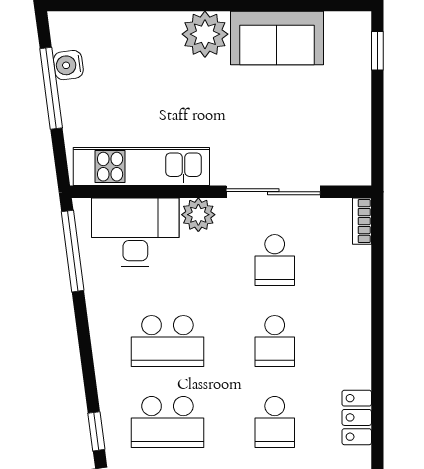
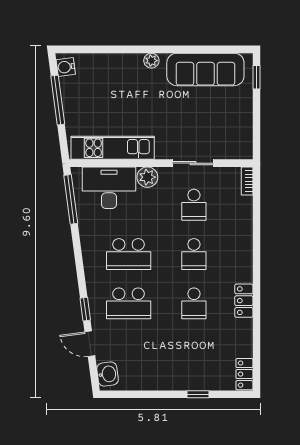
plant: (205, 34) -> (151, 61), width x0.53, depth x0.53
sofa: (277, 38) -> (205, 69), width x1.36
water cooler: (68, 65) -> (66, 67), moved
sliding door: (273, 192) -> (193, 163), width x0.73

